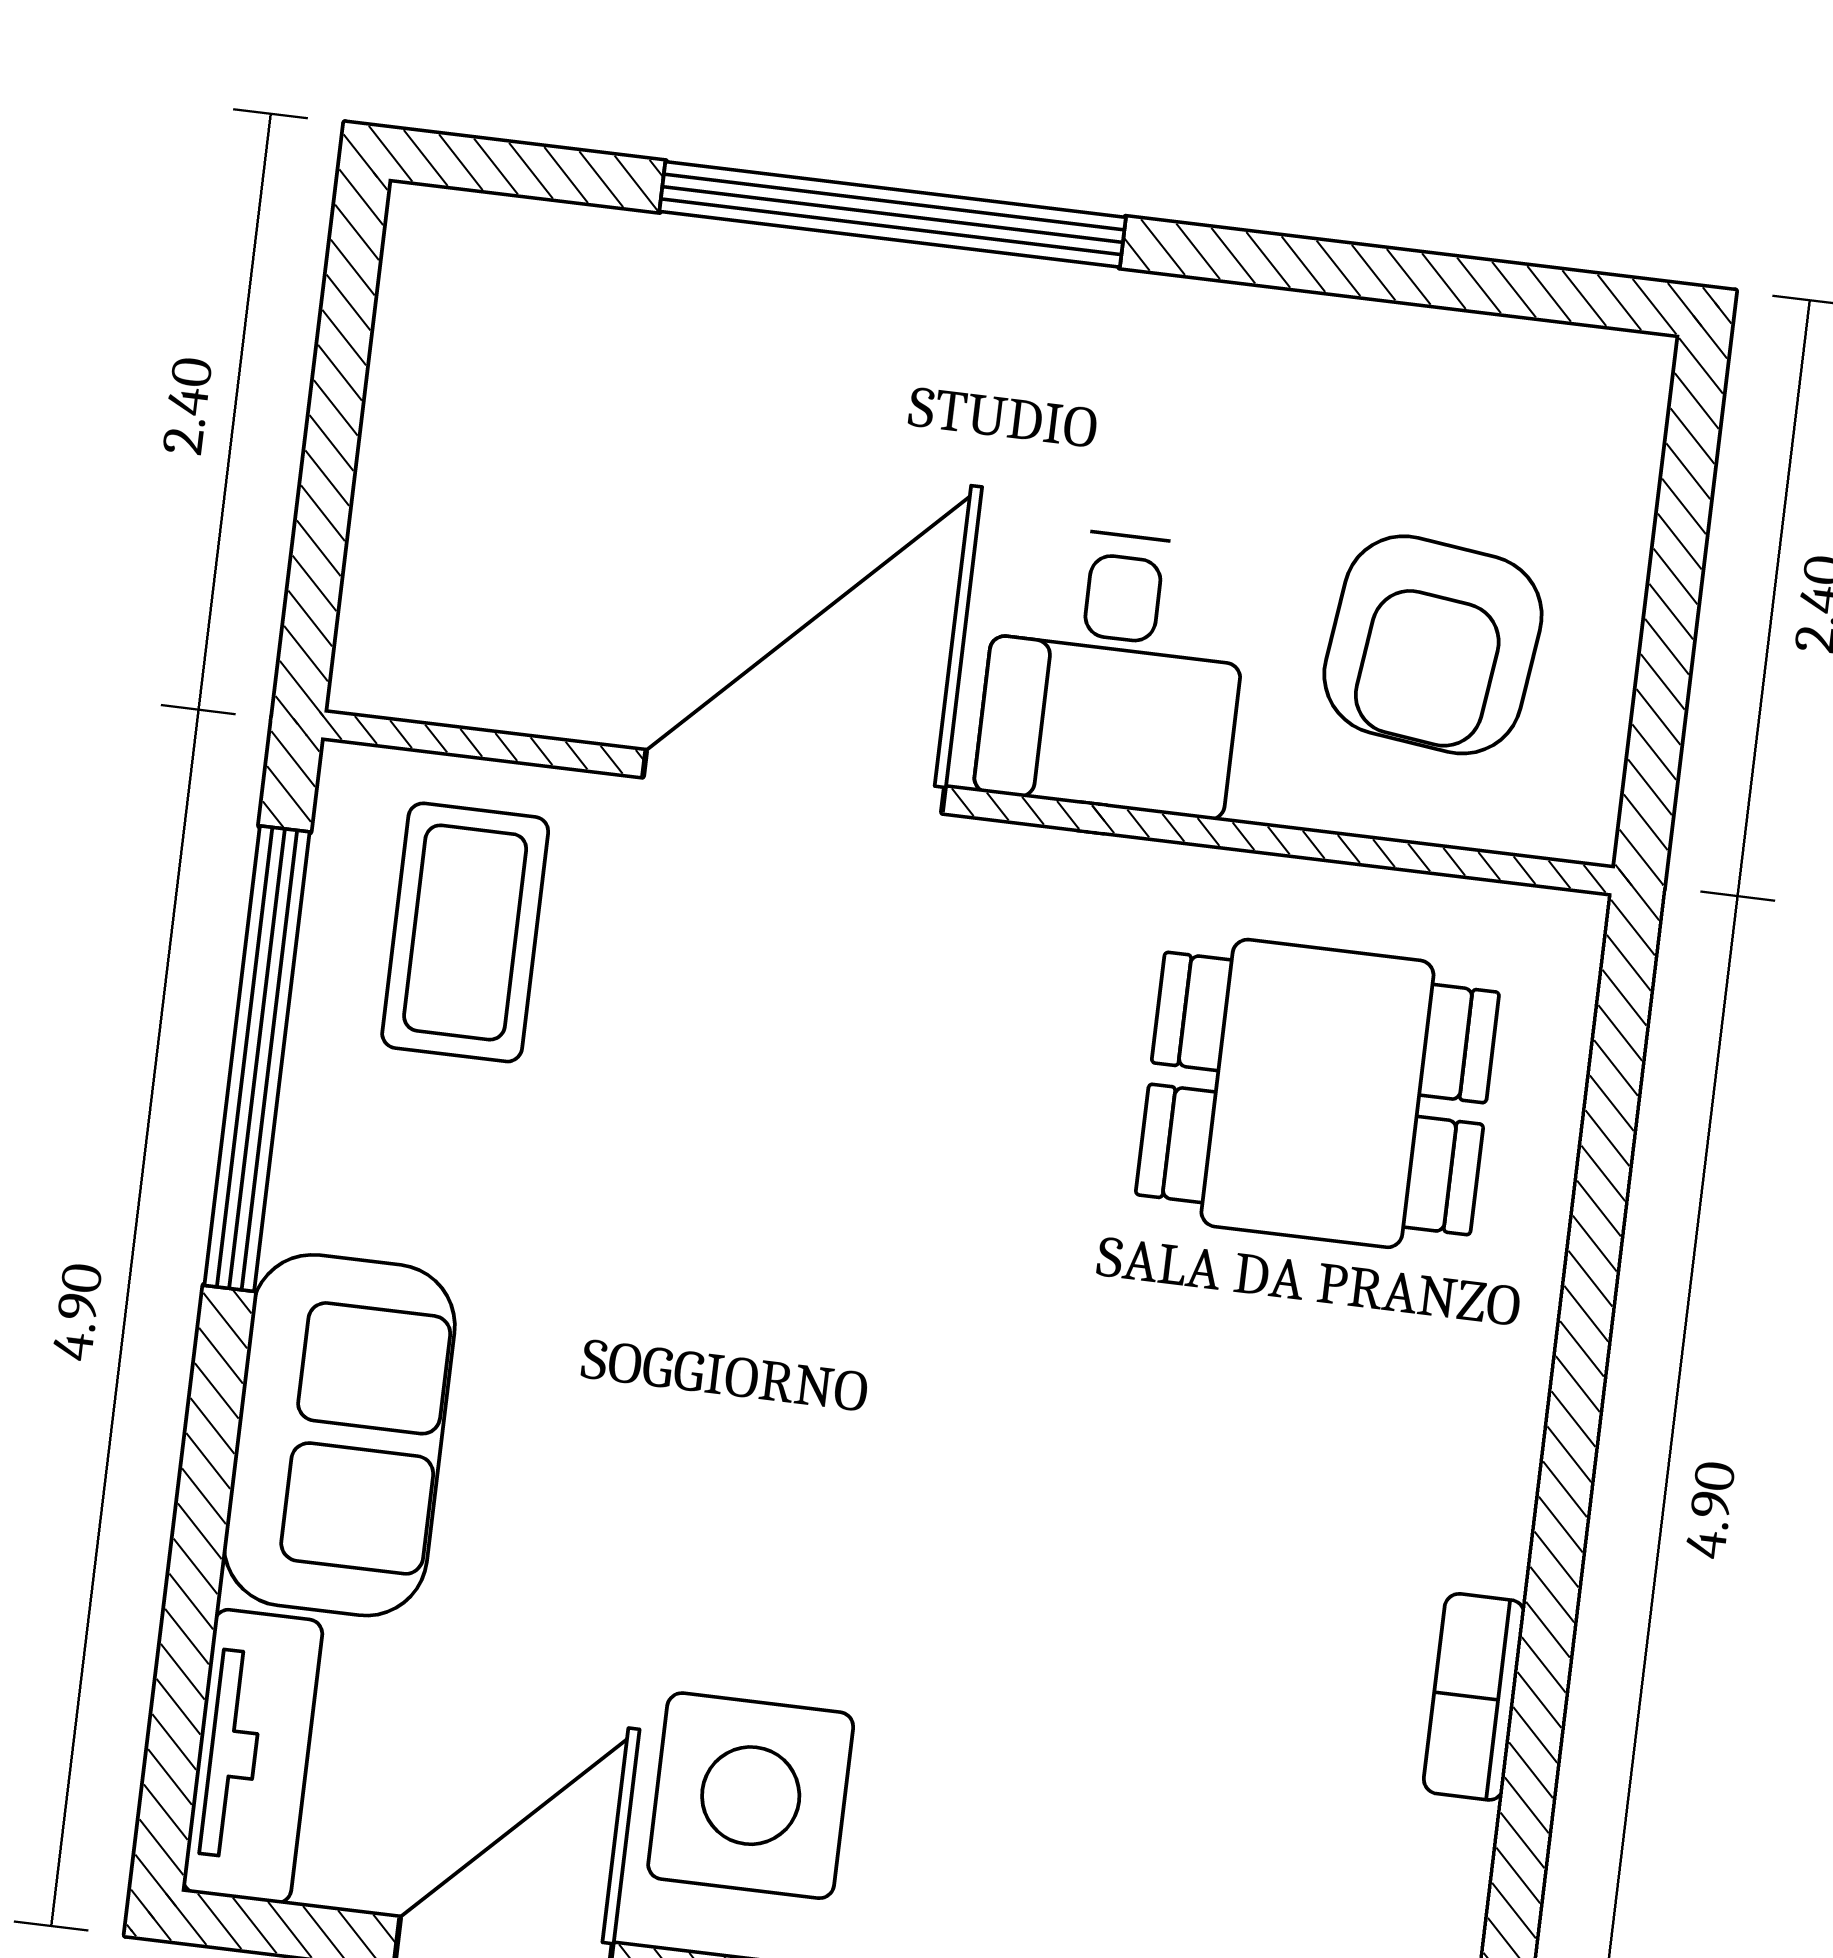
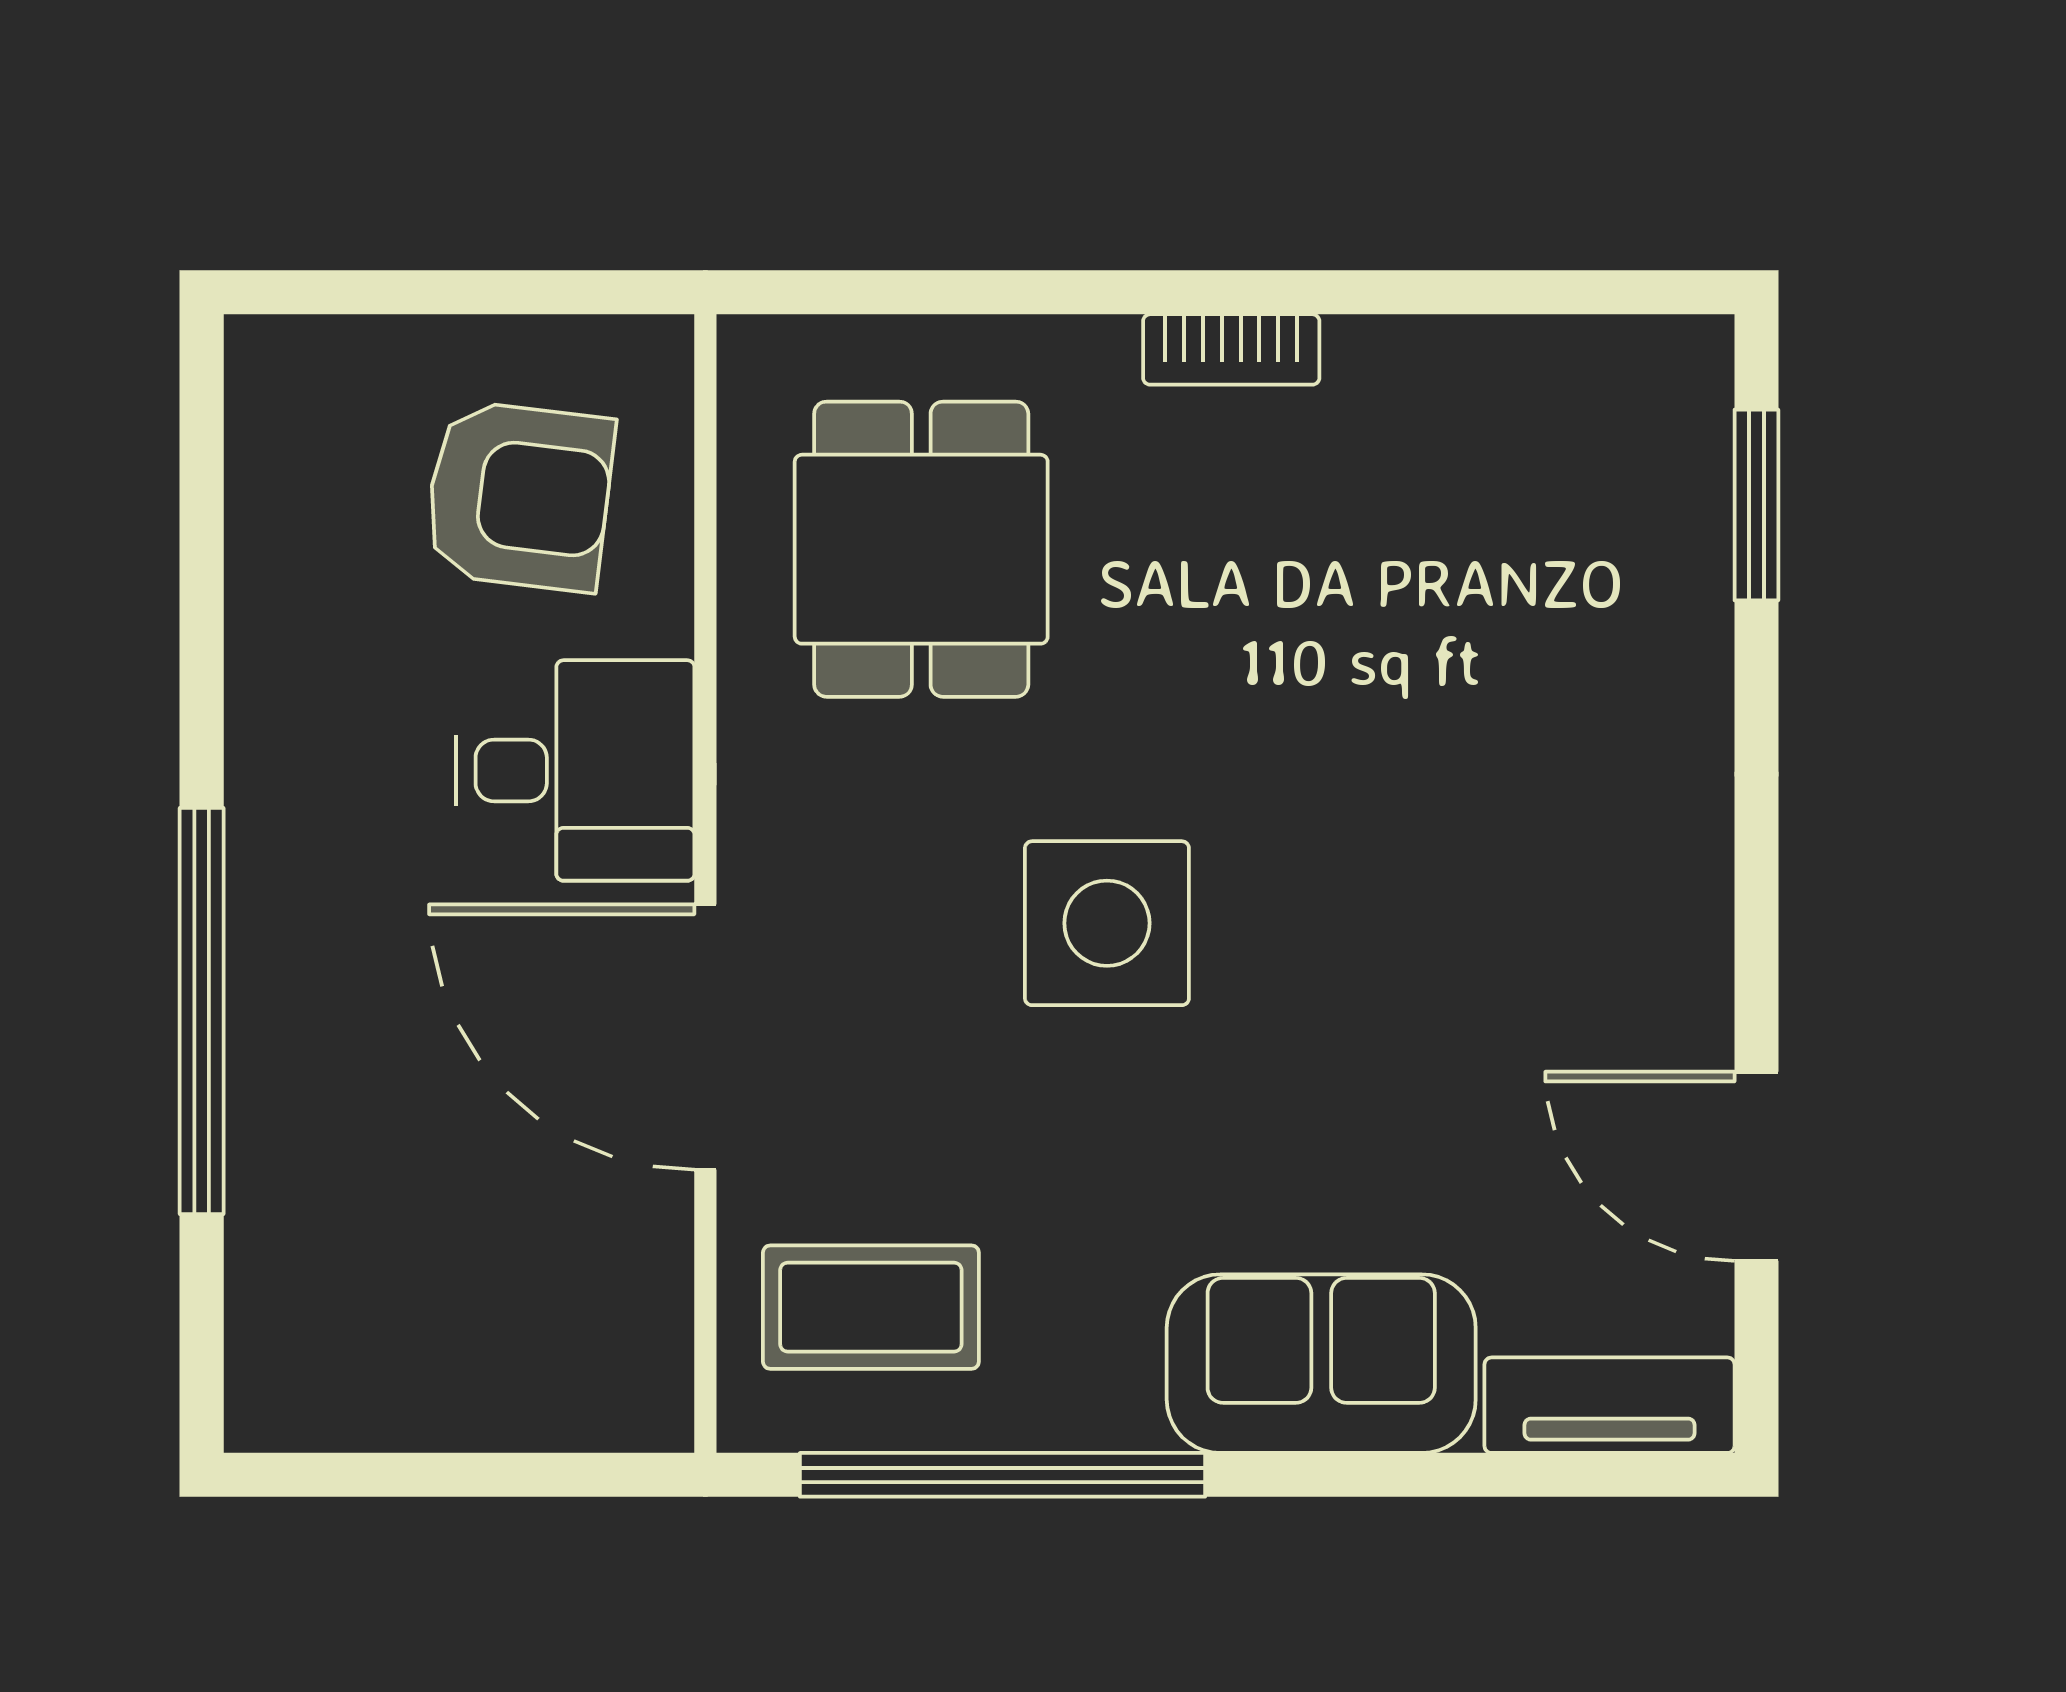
bookcase: (1474, 1697) -> (1231, 349), moved
side table: (751, 1796) -> (1107, 923), moved

